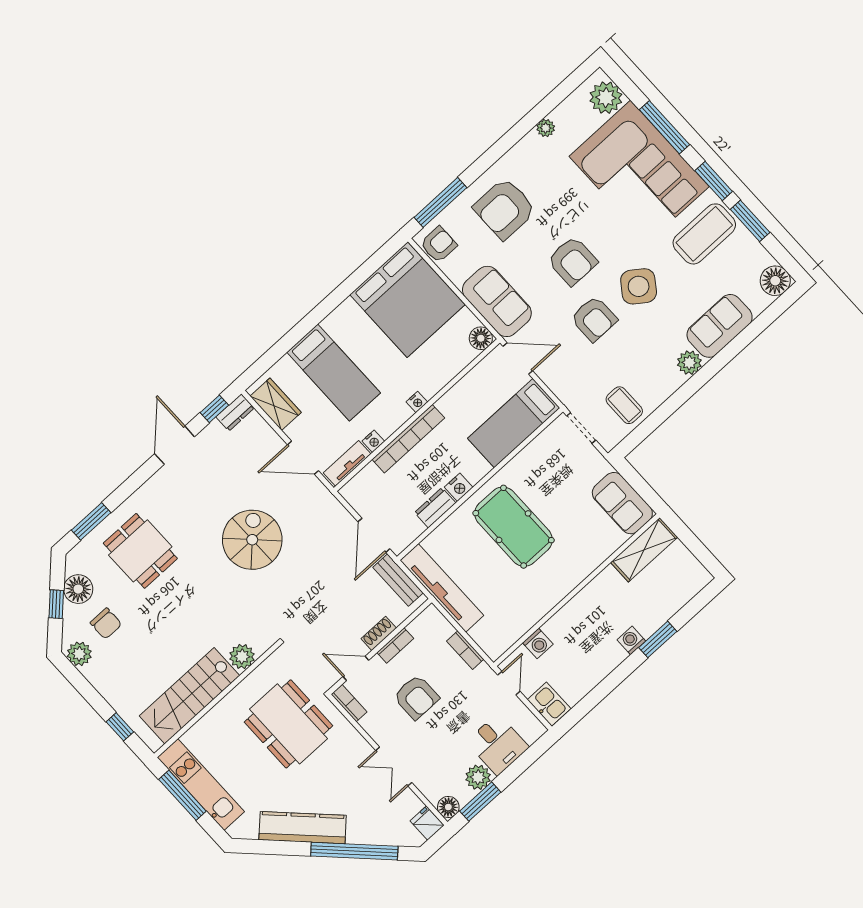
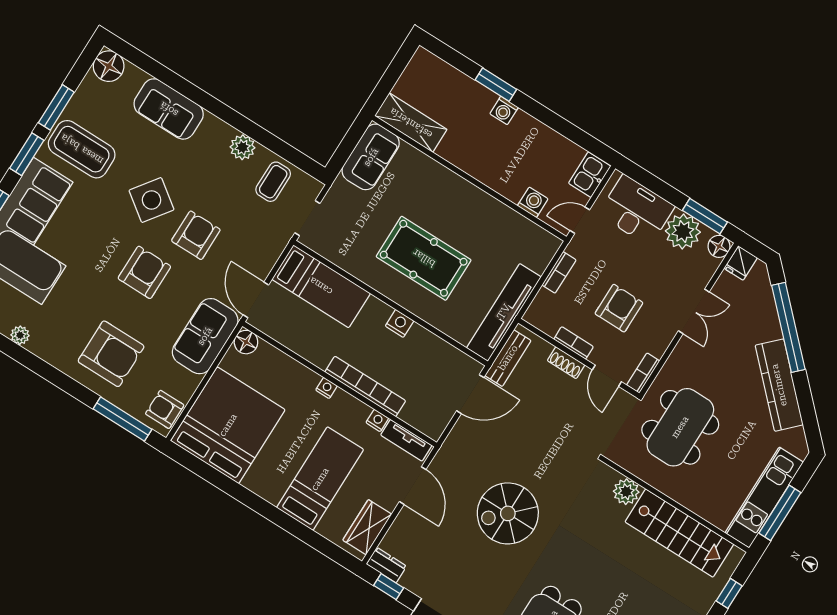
plant: (689, 363) -> (243, 147), moved
dresser: (435, 508) -> (426, 341), removed
pool table: (514, 527) -> (424, 258), turned 90
desk: (498, 744) -> (636, 210), width x1.37
plant: (478, 777) -> (683, 232), width x1.36, depth x1.36

